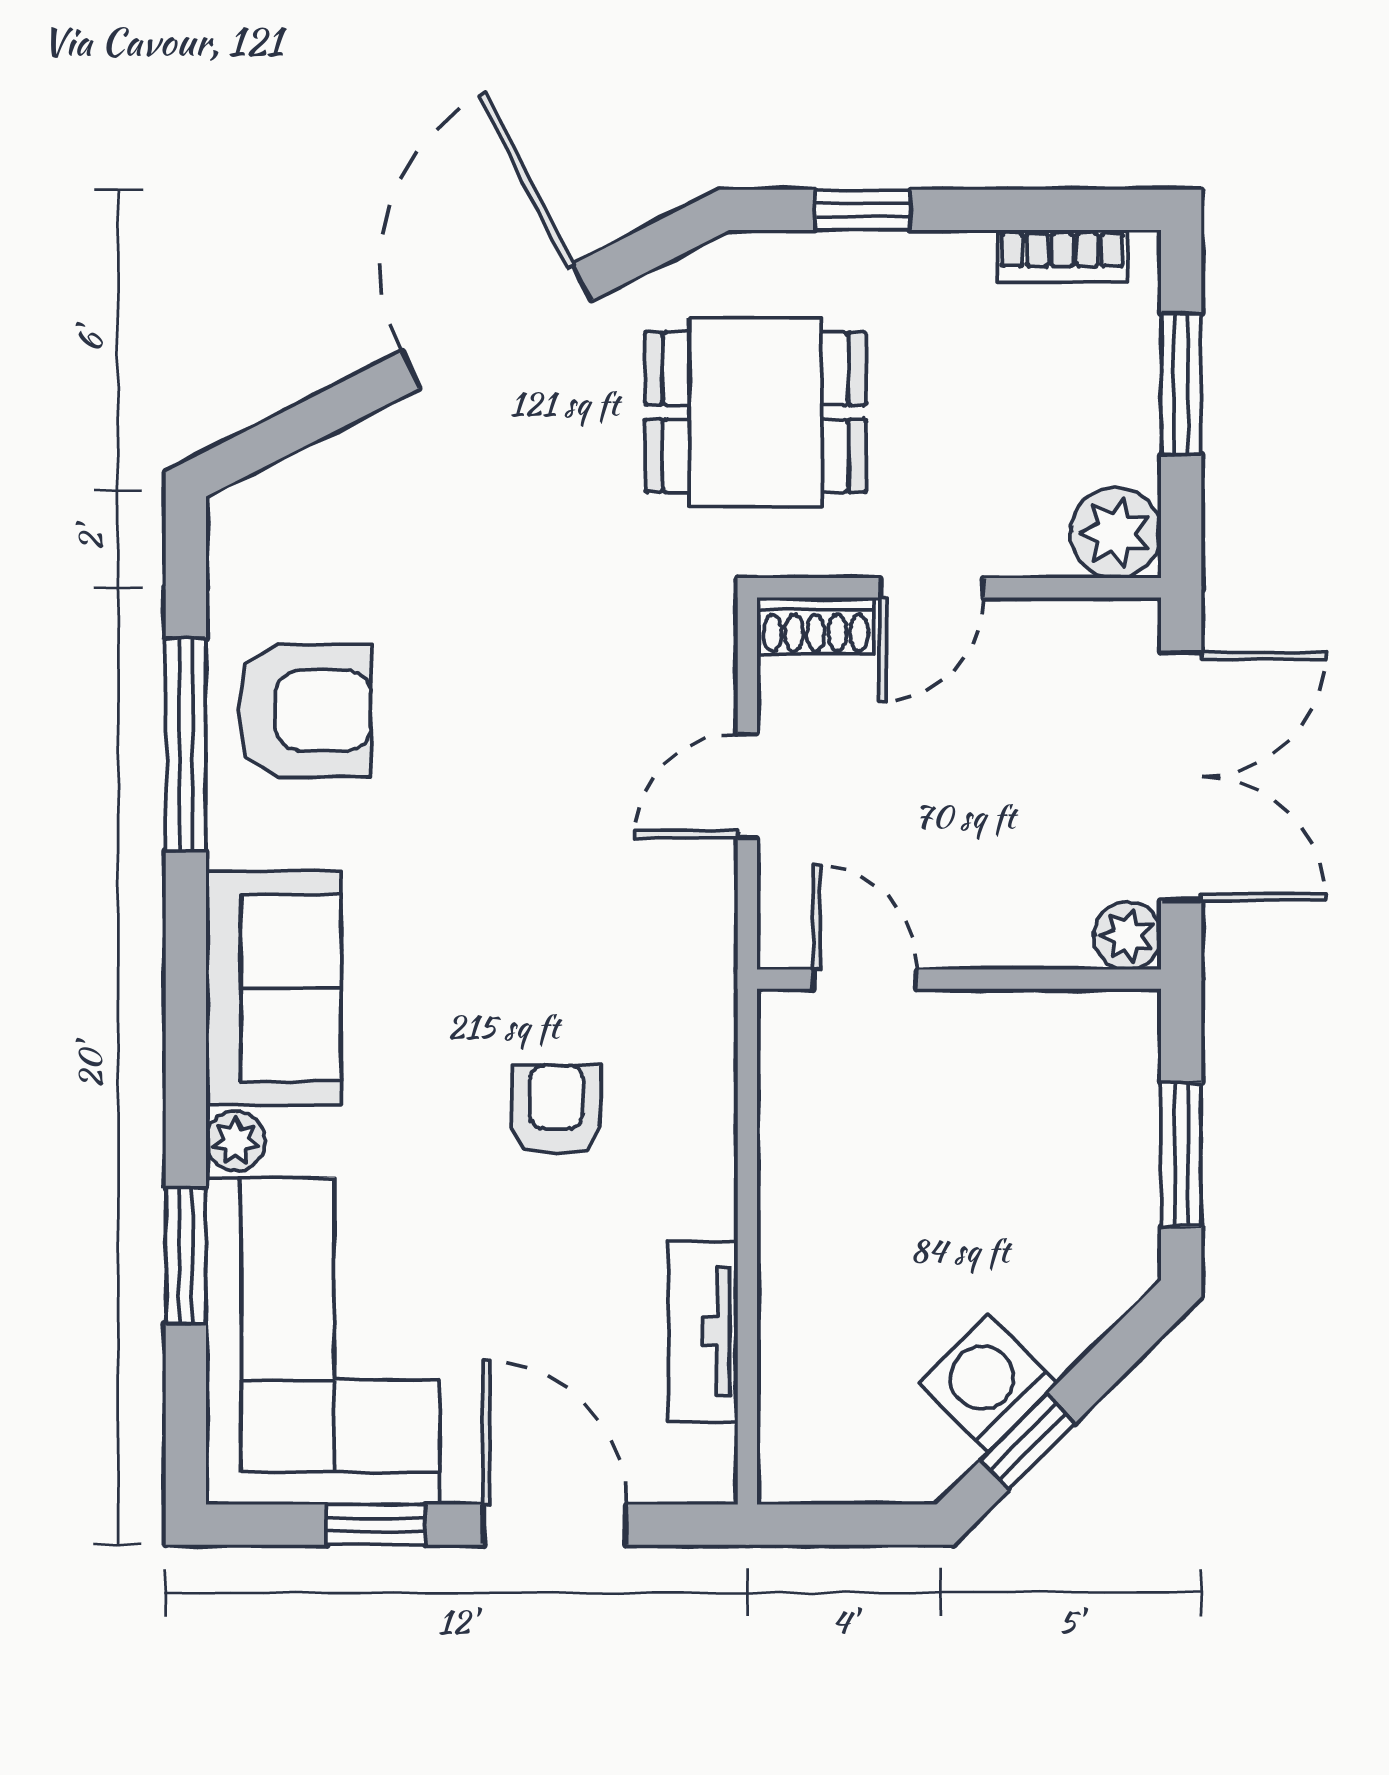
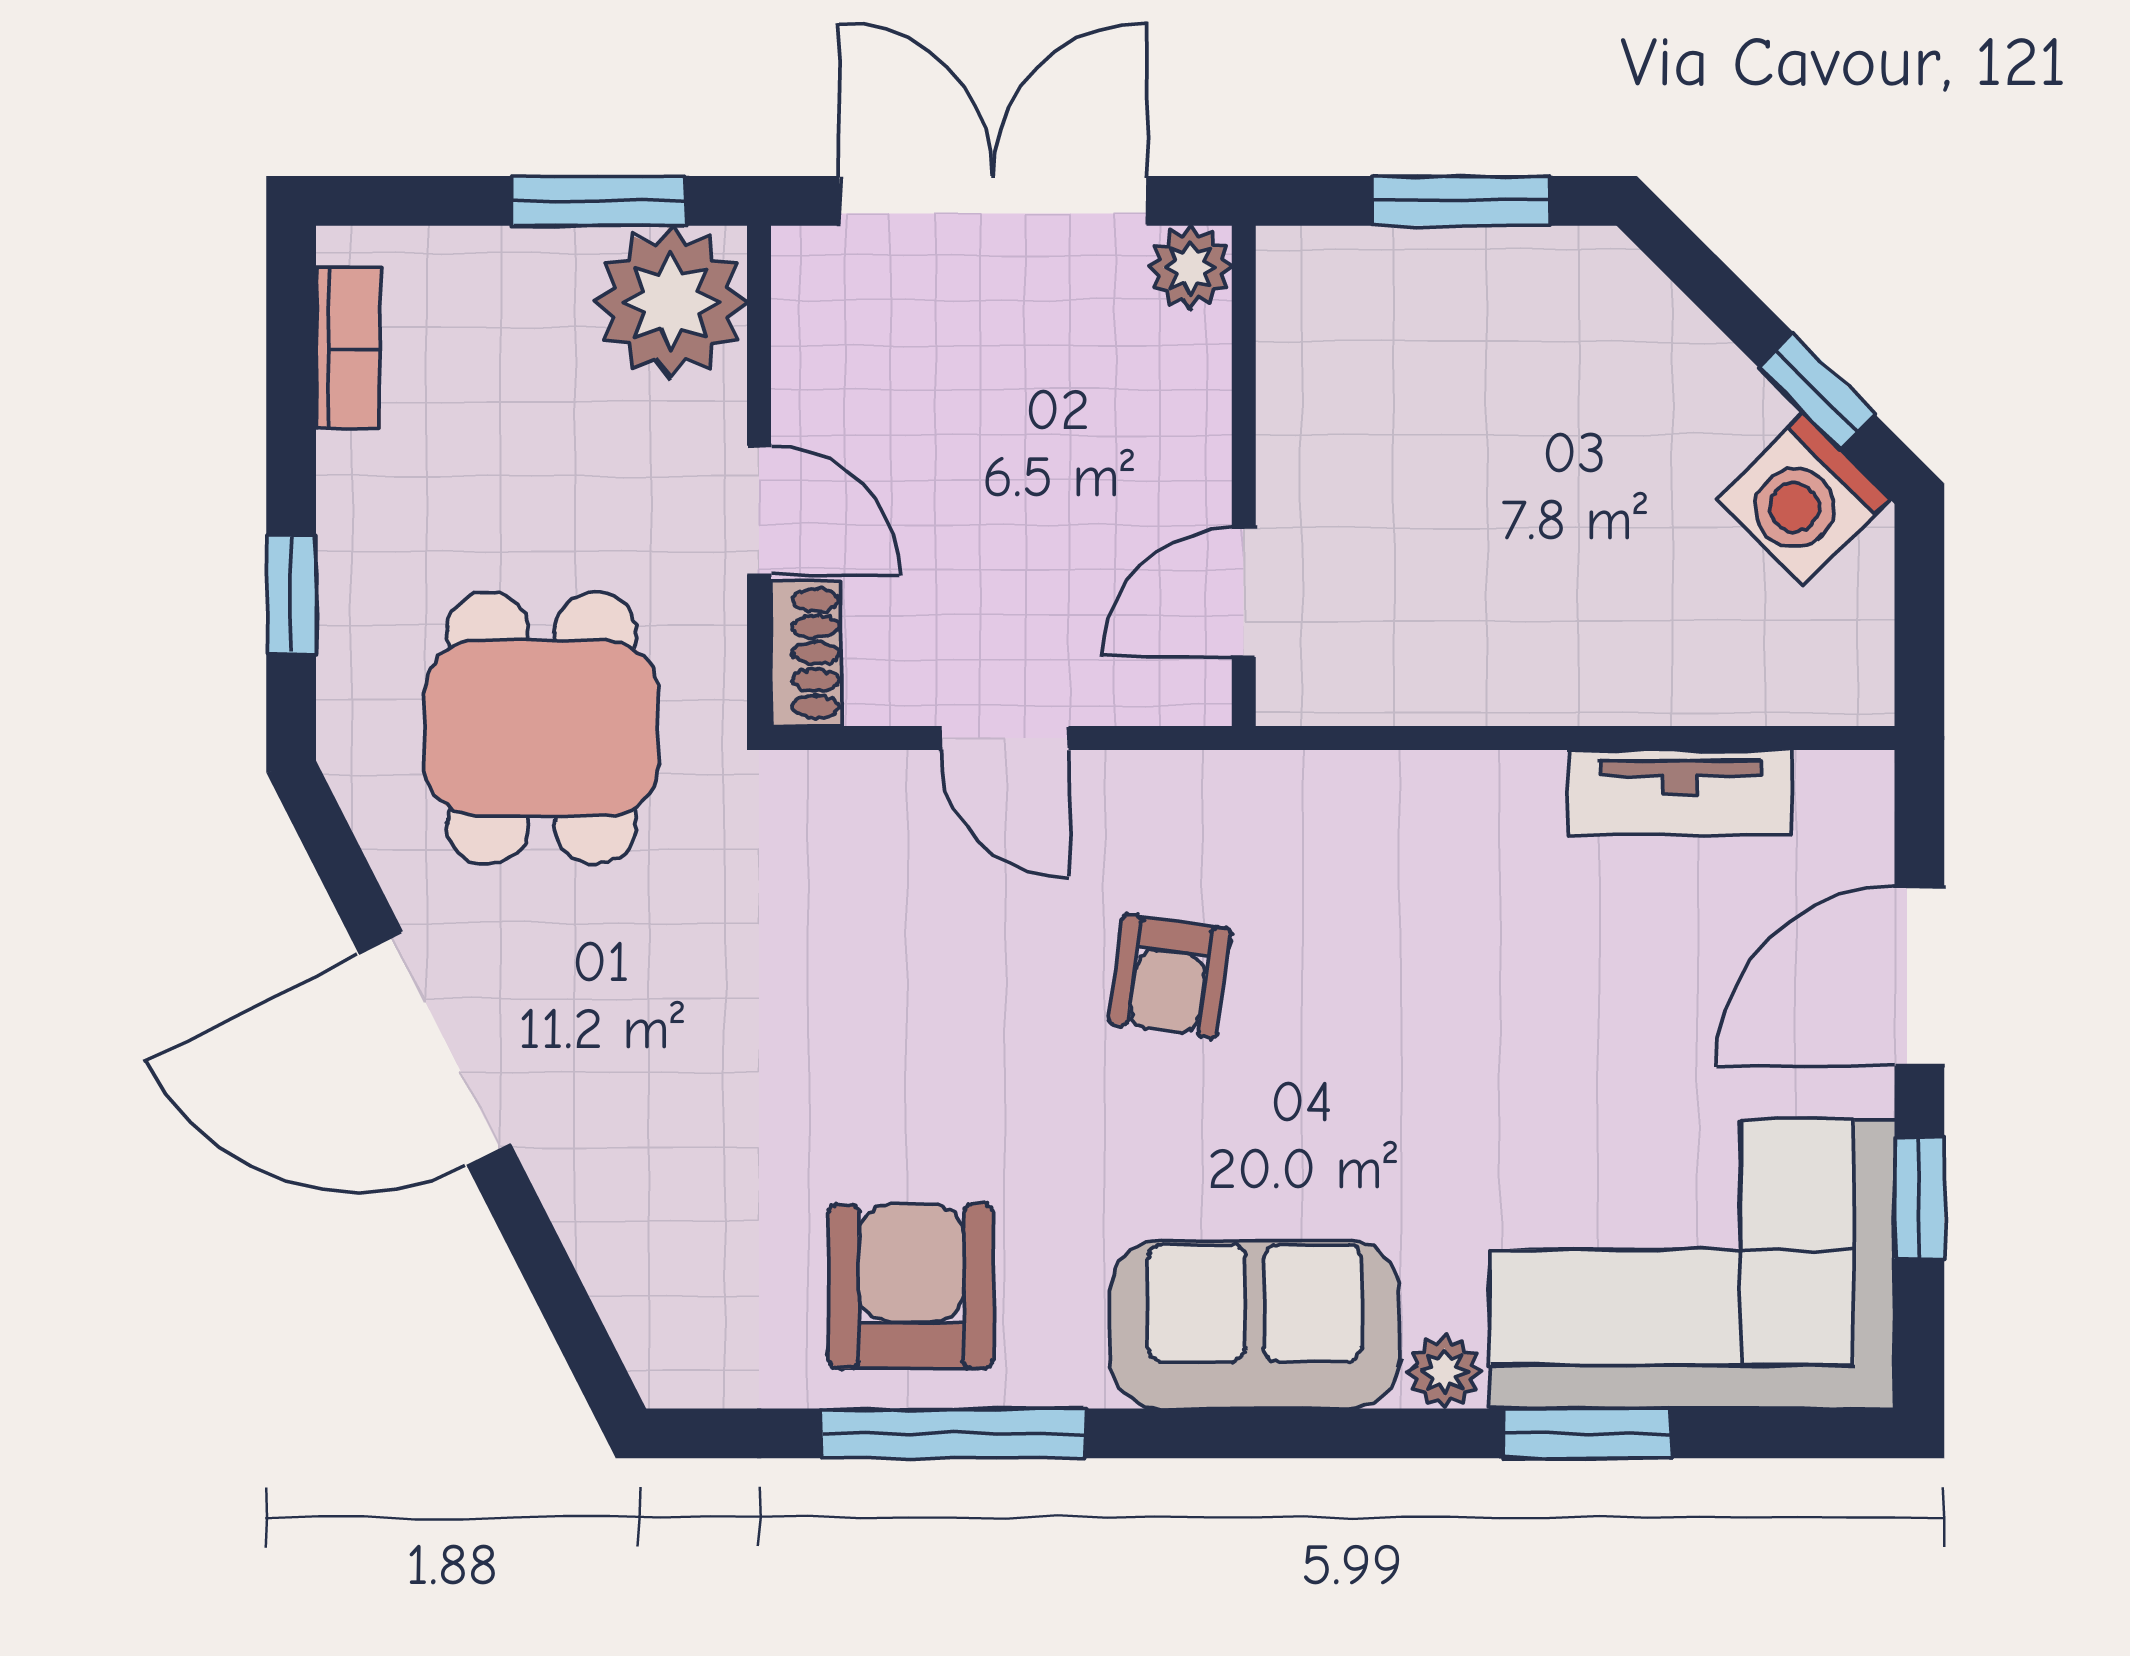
window: (1181, 384) -> (599, 201), moved
plant: (1116, 533) -> (671, 302), width x1.36, depth x1.36
armchair: (556, 1110) -> (1170, 976), moved, turned -82
washing machine: (988, 1383) -> (1803, 499), moved

